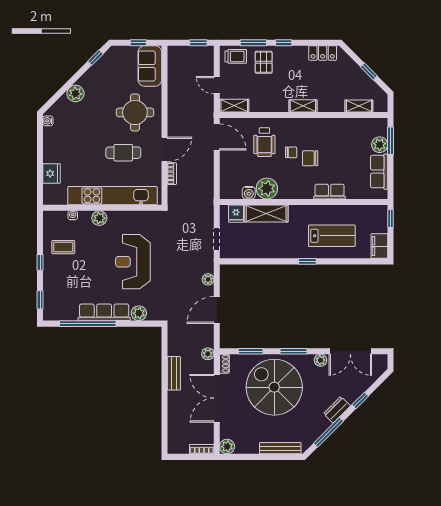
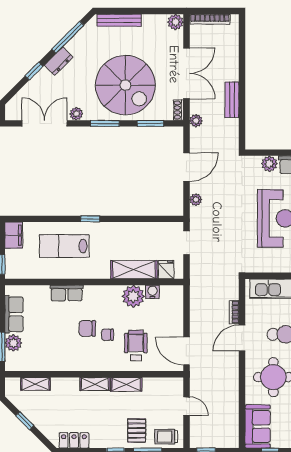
shelving: (234, 106) -> (126, 384), moved
chair: (310, 158) -> (87, 328), turned 180
bookcase: (202, 449) -> (210, 19), width x1.56

